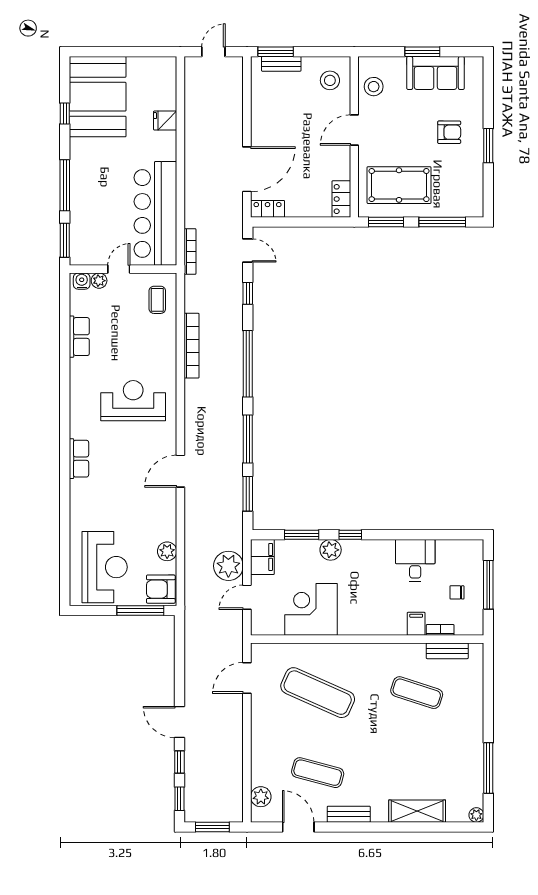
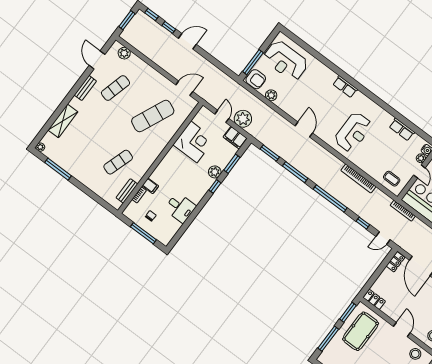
armchair: (161, 589) -> (256, 79), turned 90
door: (247, 678) -> (184, 88), hinge flipped
door: (298, 827) -> (97, 60), swing flipped

